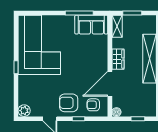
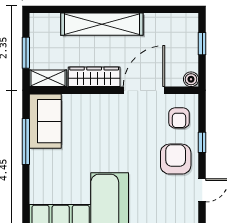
wardrobe: (118, 59) -> (94, 77), width x1.50
door: (110, 84) -> (144, 90), swing flipped
armchair: (69, 103) -> (176, 159), turned 180

